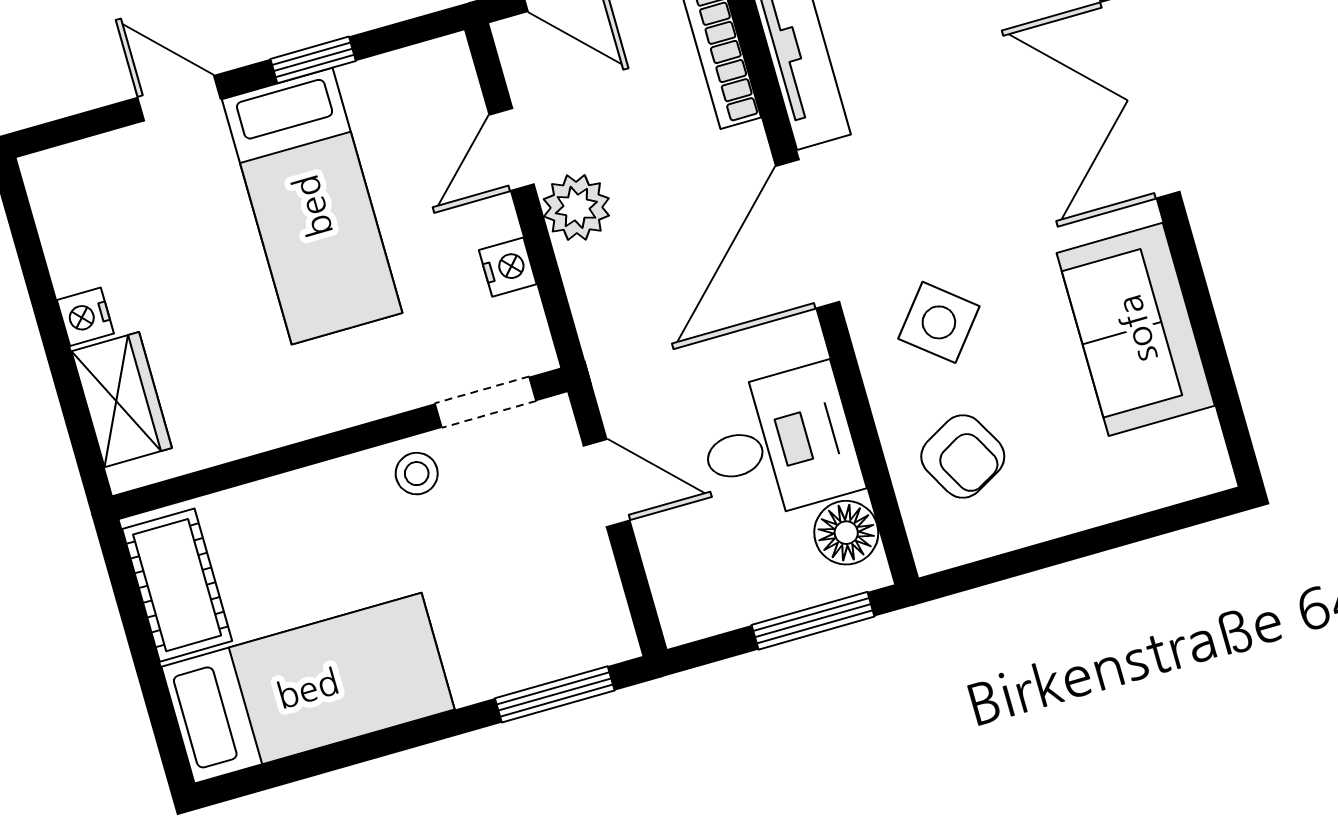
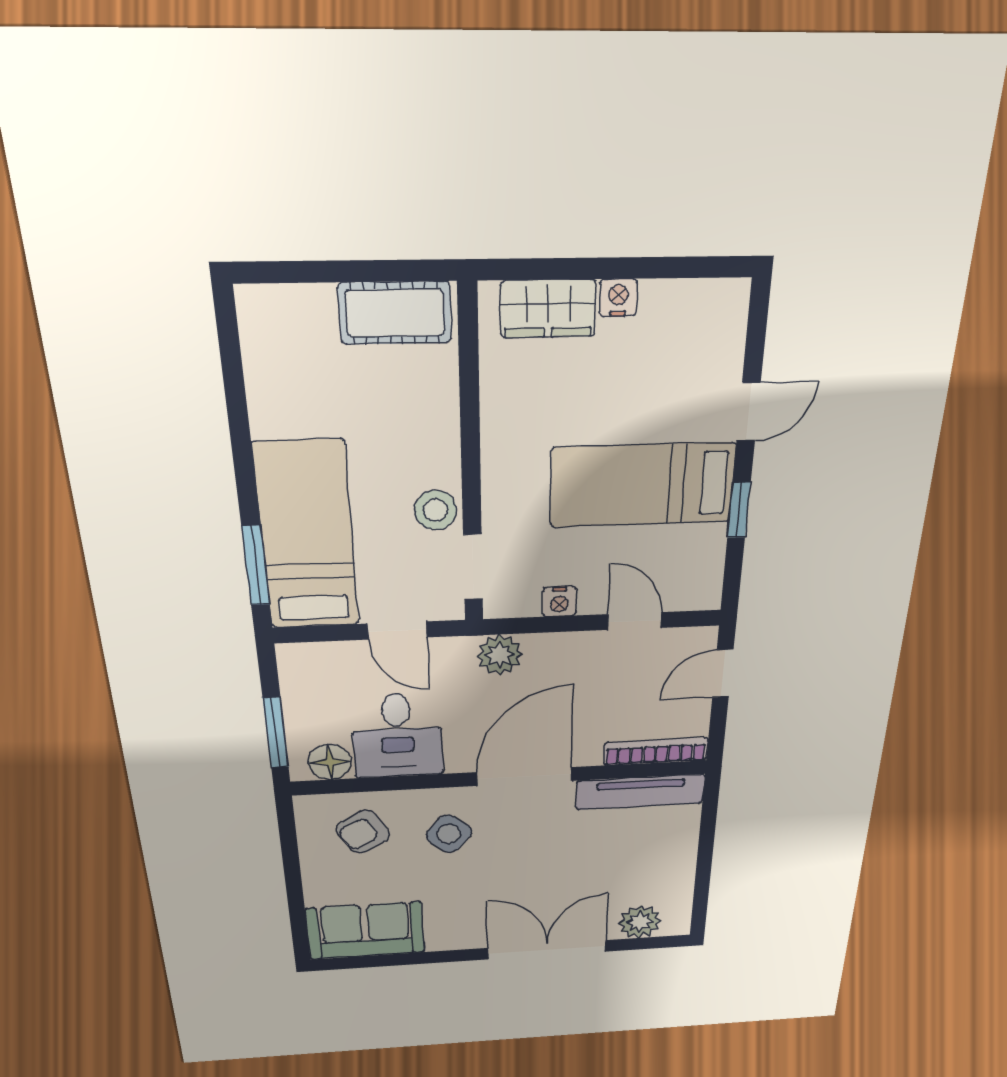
plant: (576, 207) -> (500, 655), moved
door: (808, 234) -> (524, 776), hinge flipped
sofa: (1136, 329) -> (365, 931), moved
stool: (417, 474) -> (436, 510), width x1.37, depth x1.37
door: (607, 483) -> (397, 631), hinge flipped
bed: (308, 688) -> (307, 536), moved, turned 180

